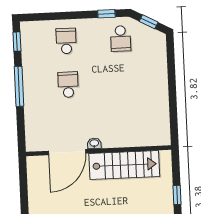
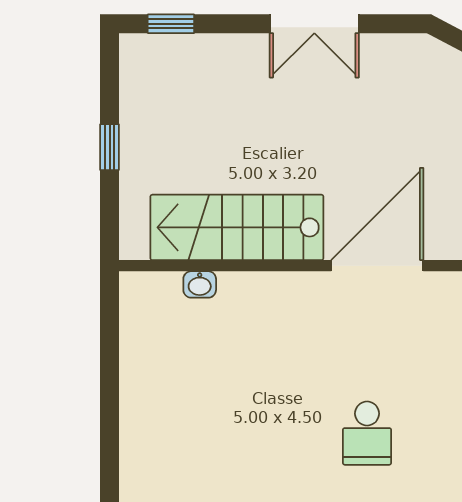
washbasin: (94, 143) -> (200, 284), moved

